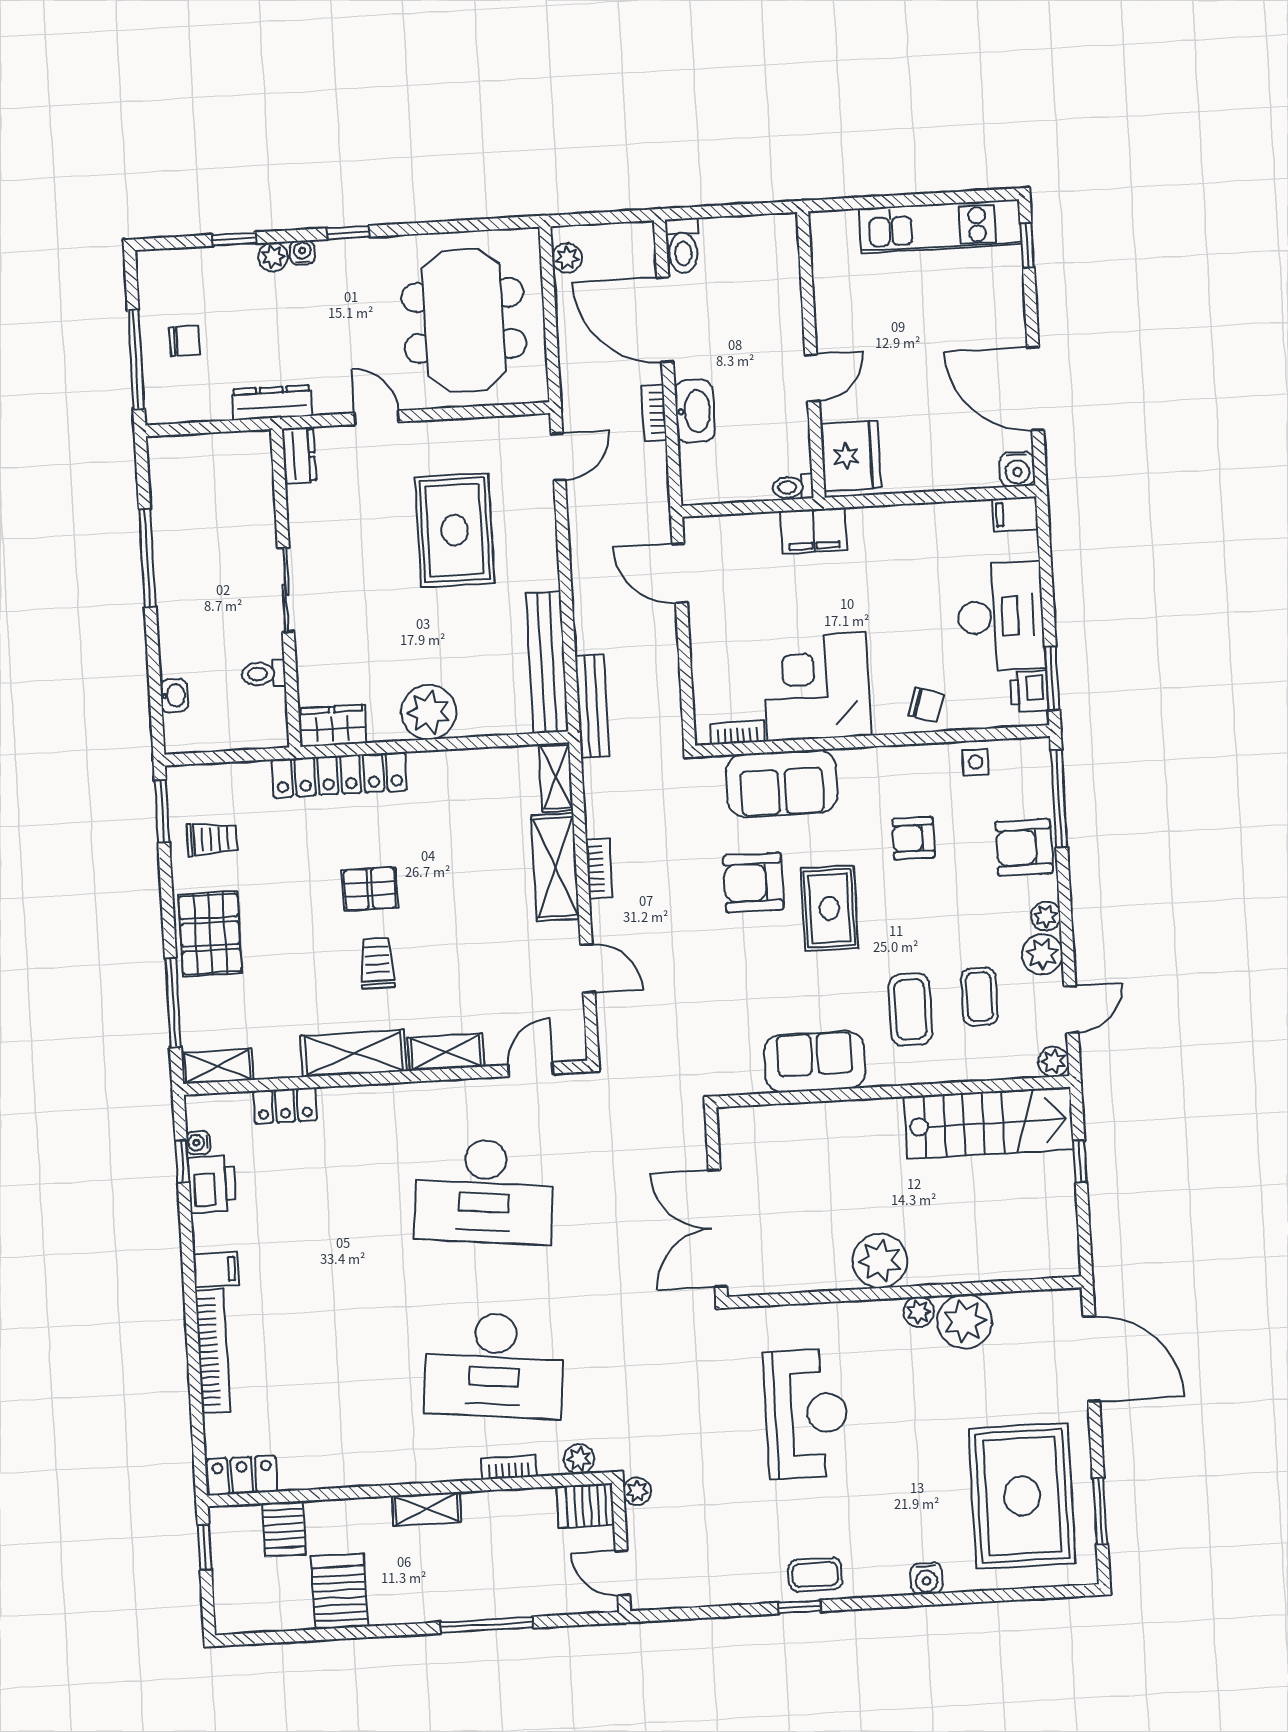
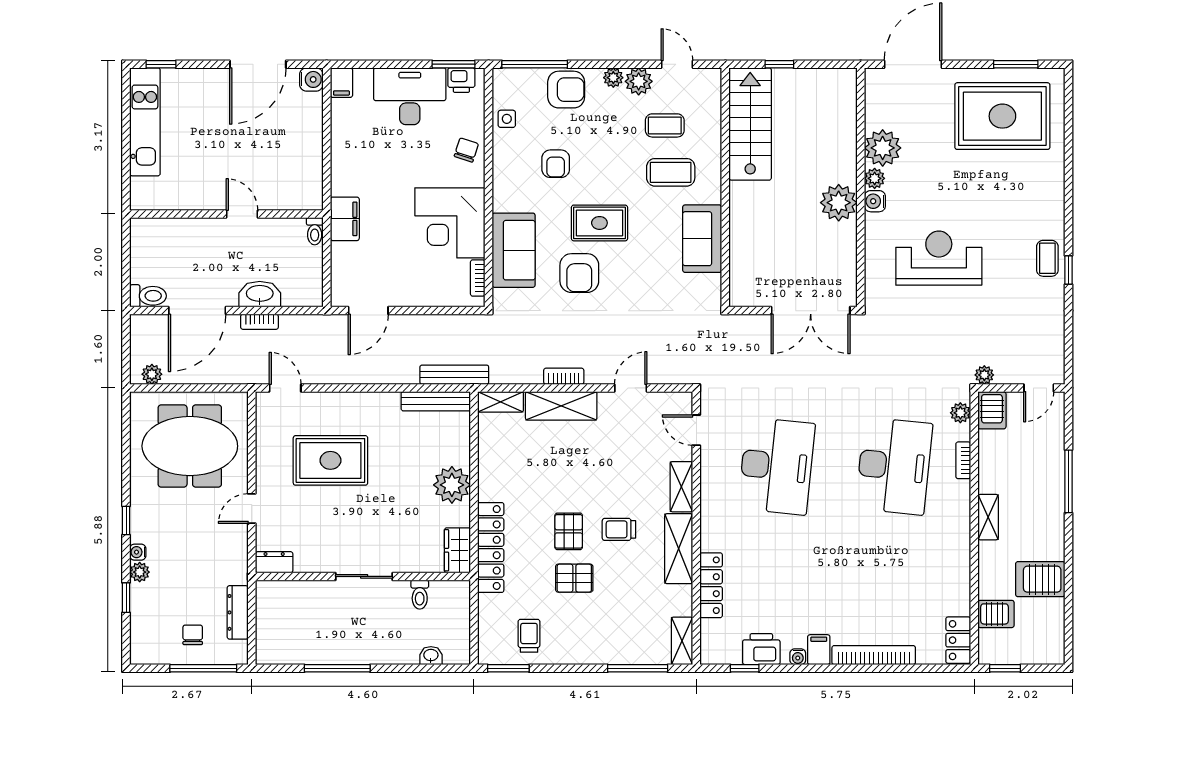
dresser: (272, 403) -> (238, 612), moved
fridge: (851, 456) -> (296, 191), removed
bench: (547, 662) -> (436, 401), width x0.73, depth x0.82
armchair: (1024, 847) -> (566, 90), turned -90
pallet: (210, 934) -> (574, 578), moved, width x0.67, depth x0.71
plant: (1054, 1062) -> (711, 78), removed
locker: (285, 1106) -> (711, 585), width x1.53
water cooler: (198, 1143) -> (798, 657), moved
water cooler: (926, 1578) -> (875, 201), moved, turned 180

